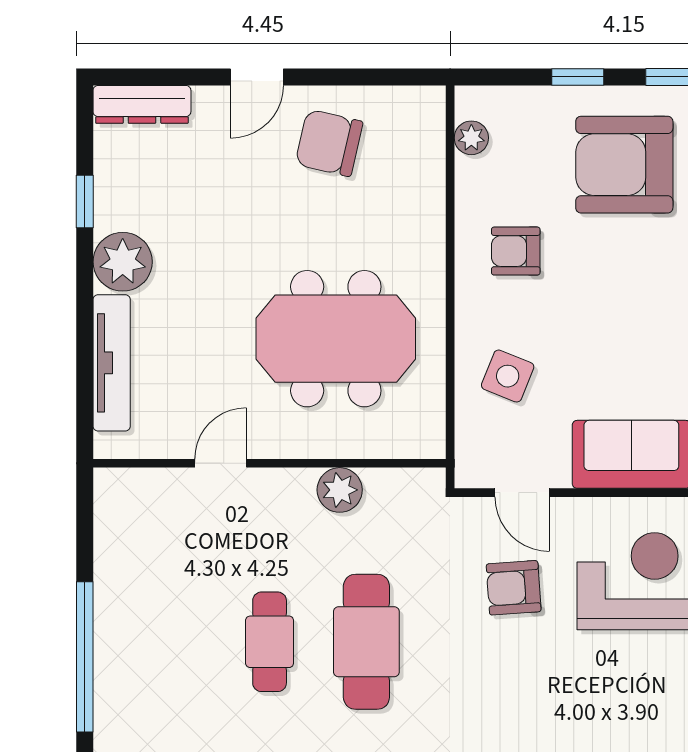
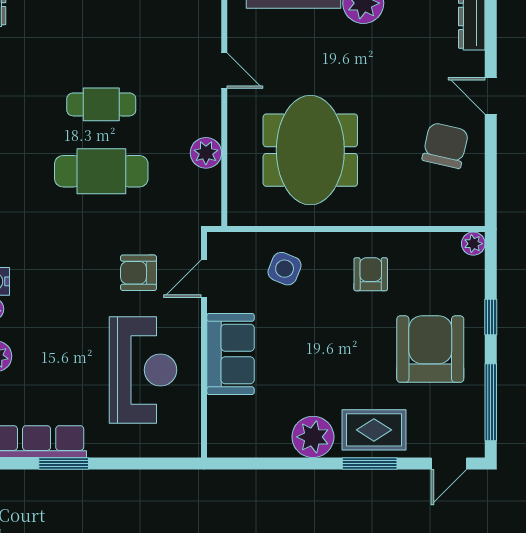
plant: (471, 138) -> (473, 244), moved
armchair: (514, 588) -> (138, 273), turned -86

